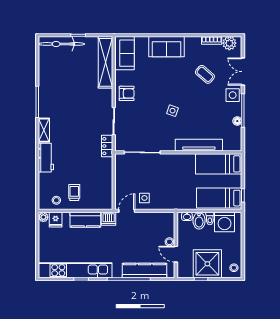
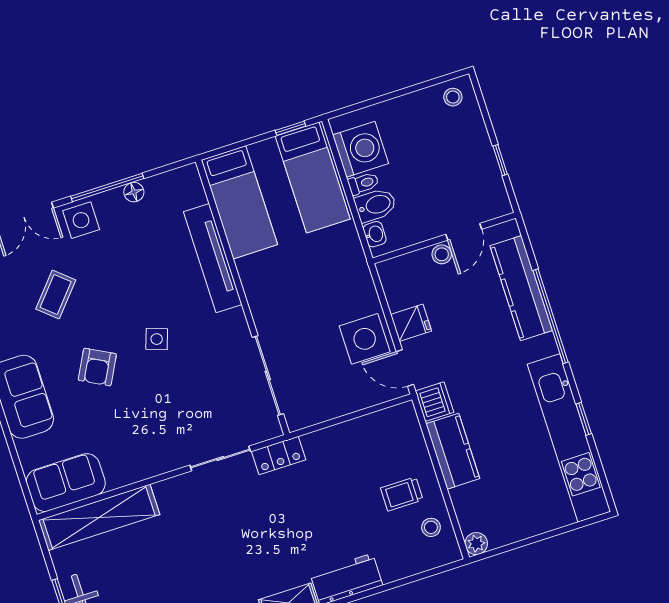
armchair: (127, 93) -> (97, 367), moved, turned -152
side table: (144, 198) -> (365, 339), width x1.87, depth x1.87
fridge: (56, 220) -> (411, 323), moved
shower: (207, 264) -> (463, 157), removed

